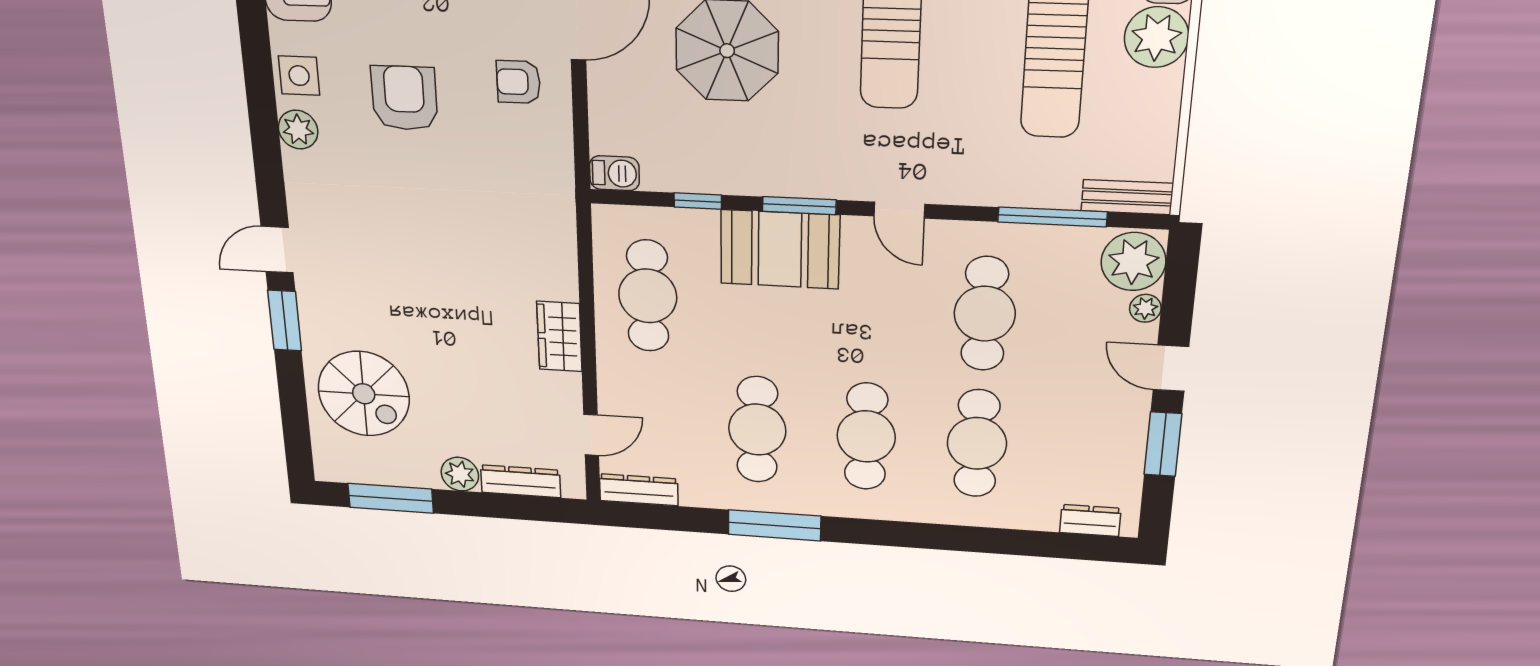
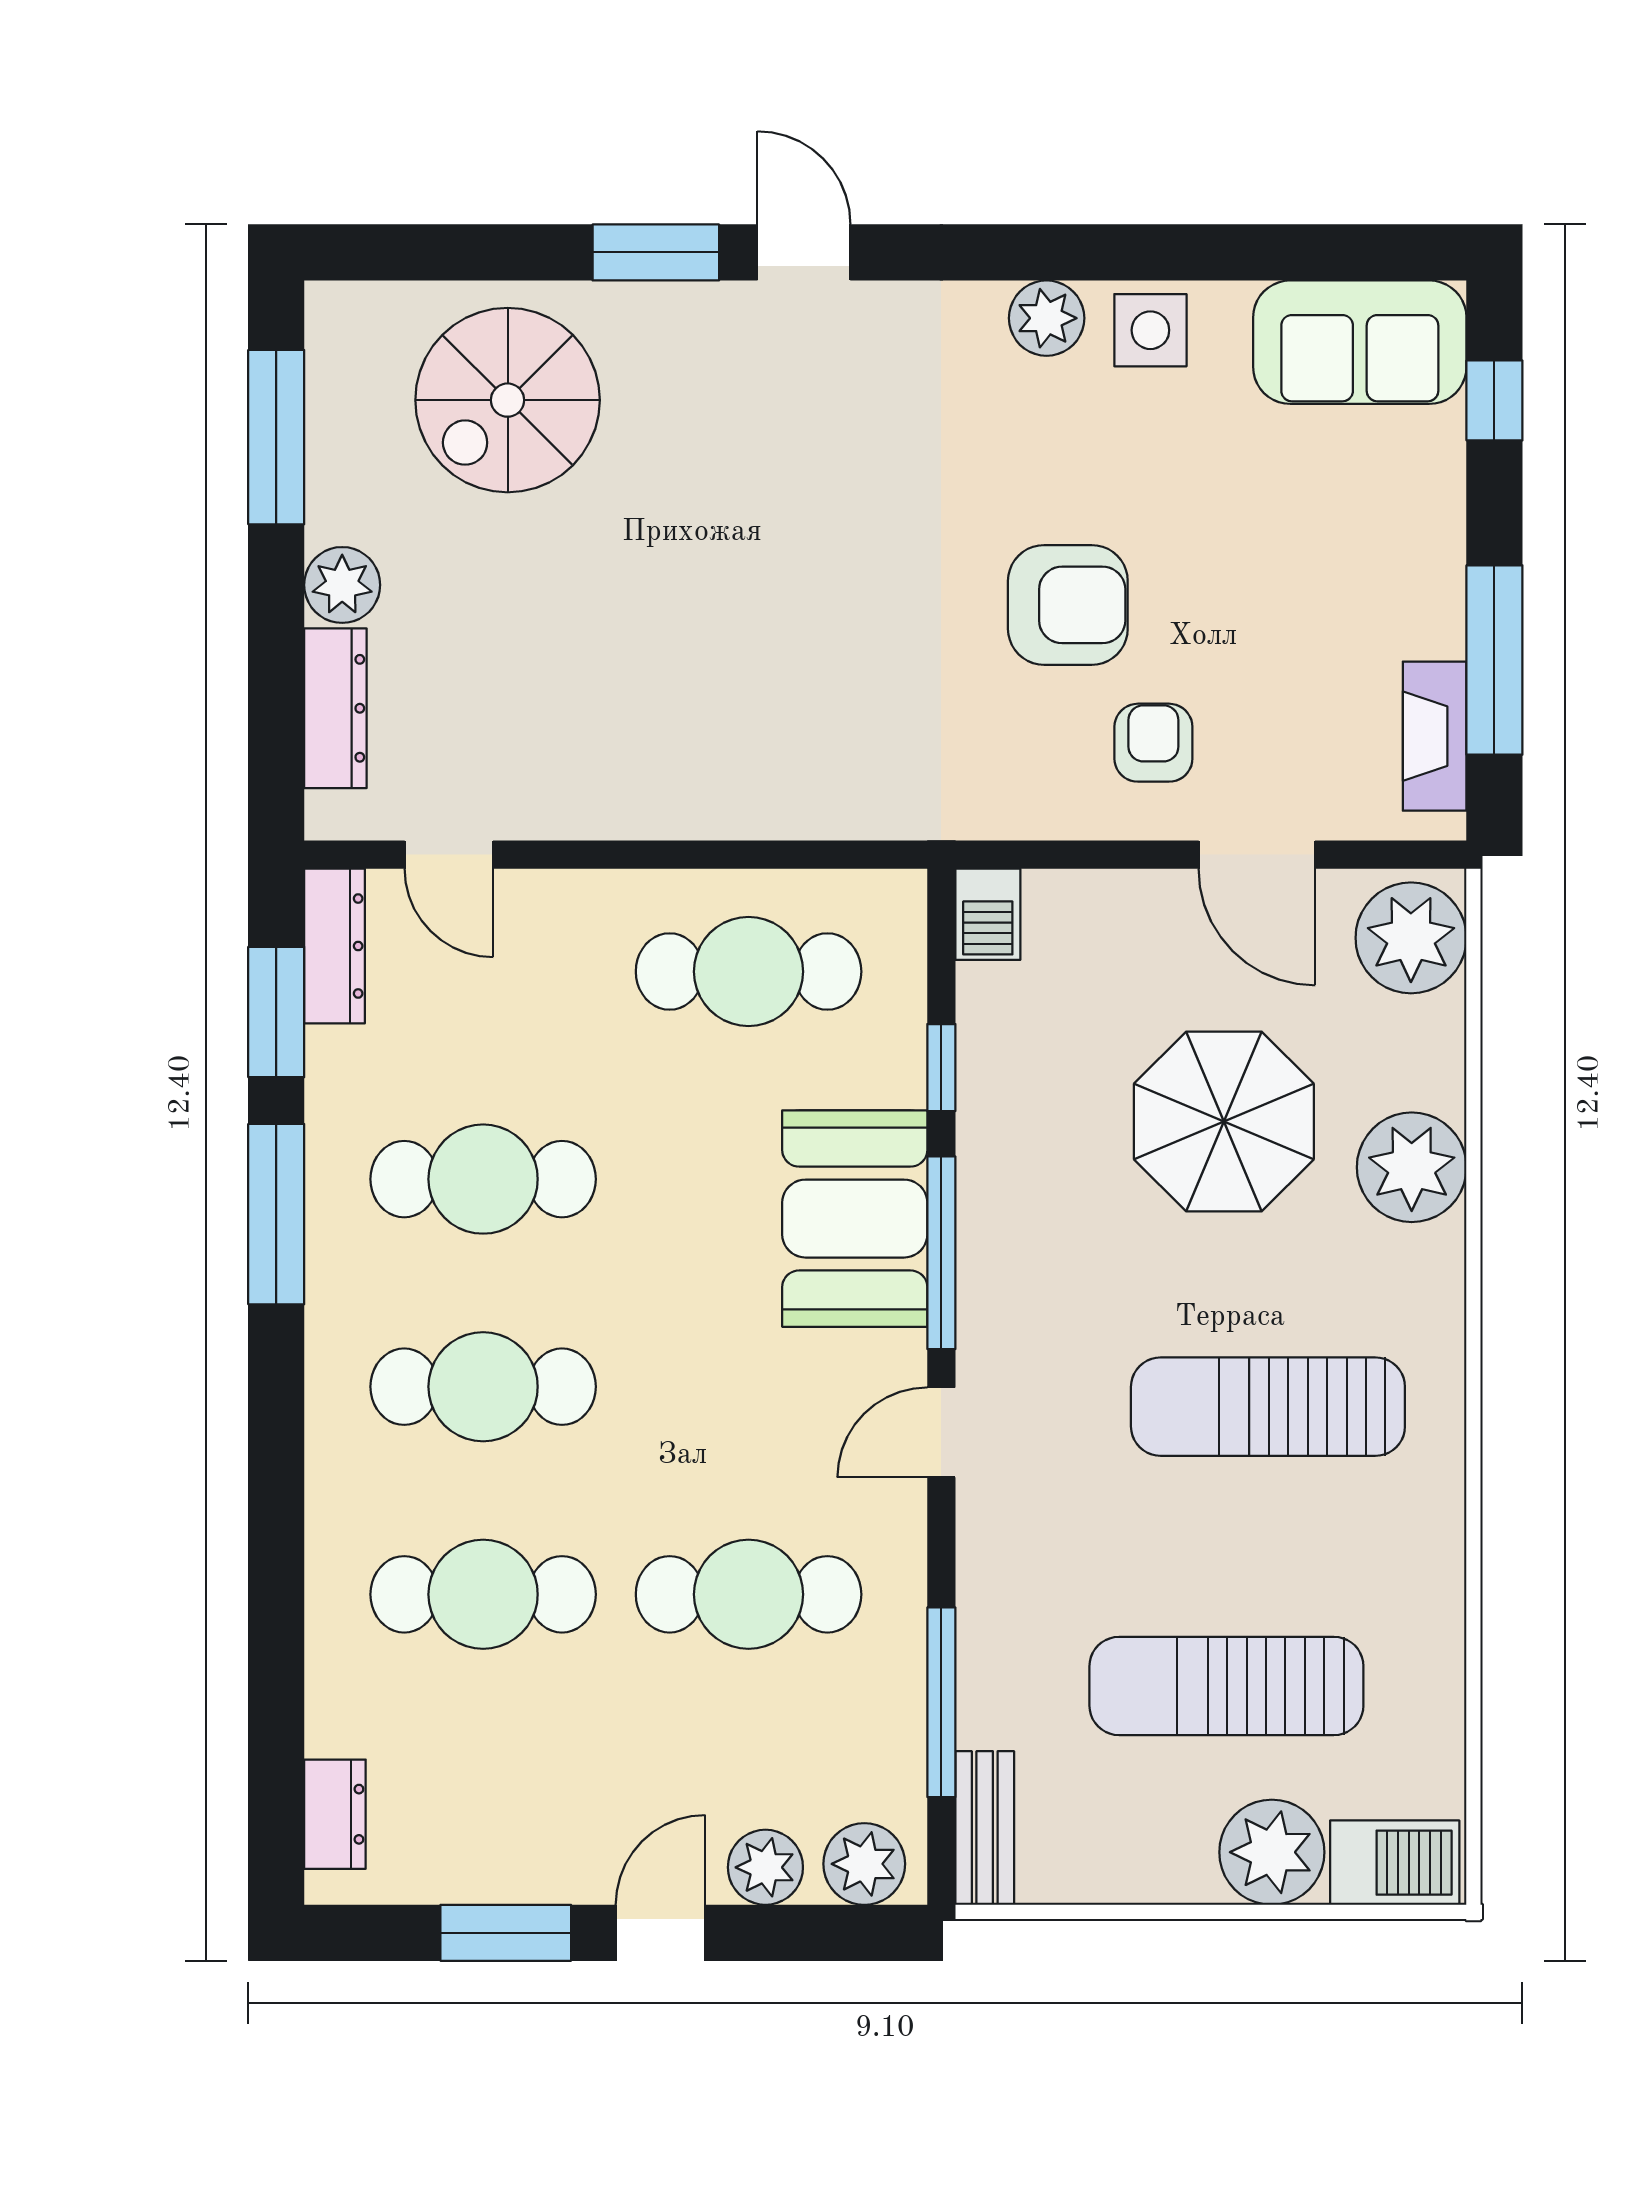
armchair: (404, 98) -> (1068, 605), moved
window: (799, 206) -> (941, 1253), width x1.44
plant: (1133, 262) -> (864, 1864), width x0.73, depth x0.73
plant: (1145, 308) -> (765, 1867), width x1.38, depth x1.38
wardrobe: (559, 337) -> (655, 799), removed
window: (672, 518) -> (276, 1012), added

